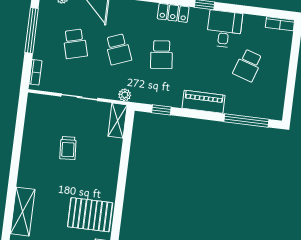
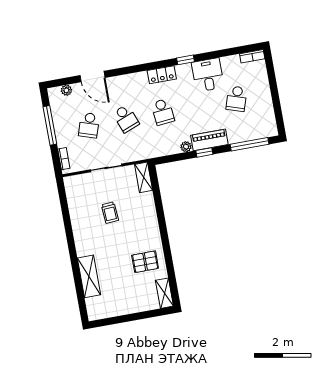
school desk: (75, 44) -> (89, 125), turned 33
plant: (125, 95) -> (186, 147), moved
window: (161, 110) -> (204, 152), moved
pallet: (90, 215) -> (145, 262), width x0.67, depth x0.71

